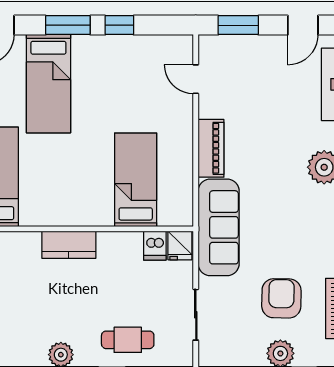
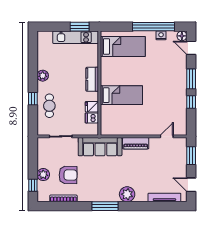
bed: (48, 84) -> (165, 70), removed
bed: (136, 180) -> (121, 95), moved
fridge: (180, 246) -> (92, 107), moved

